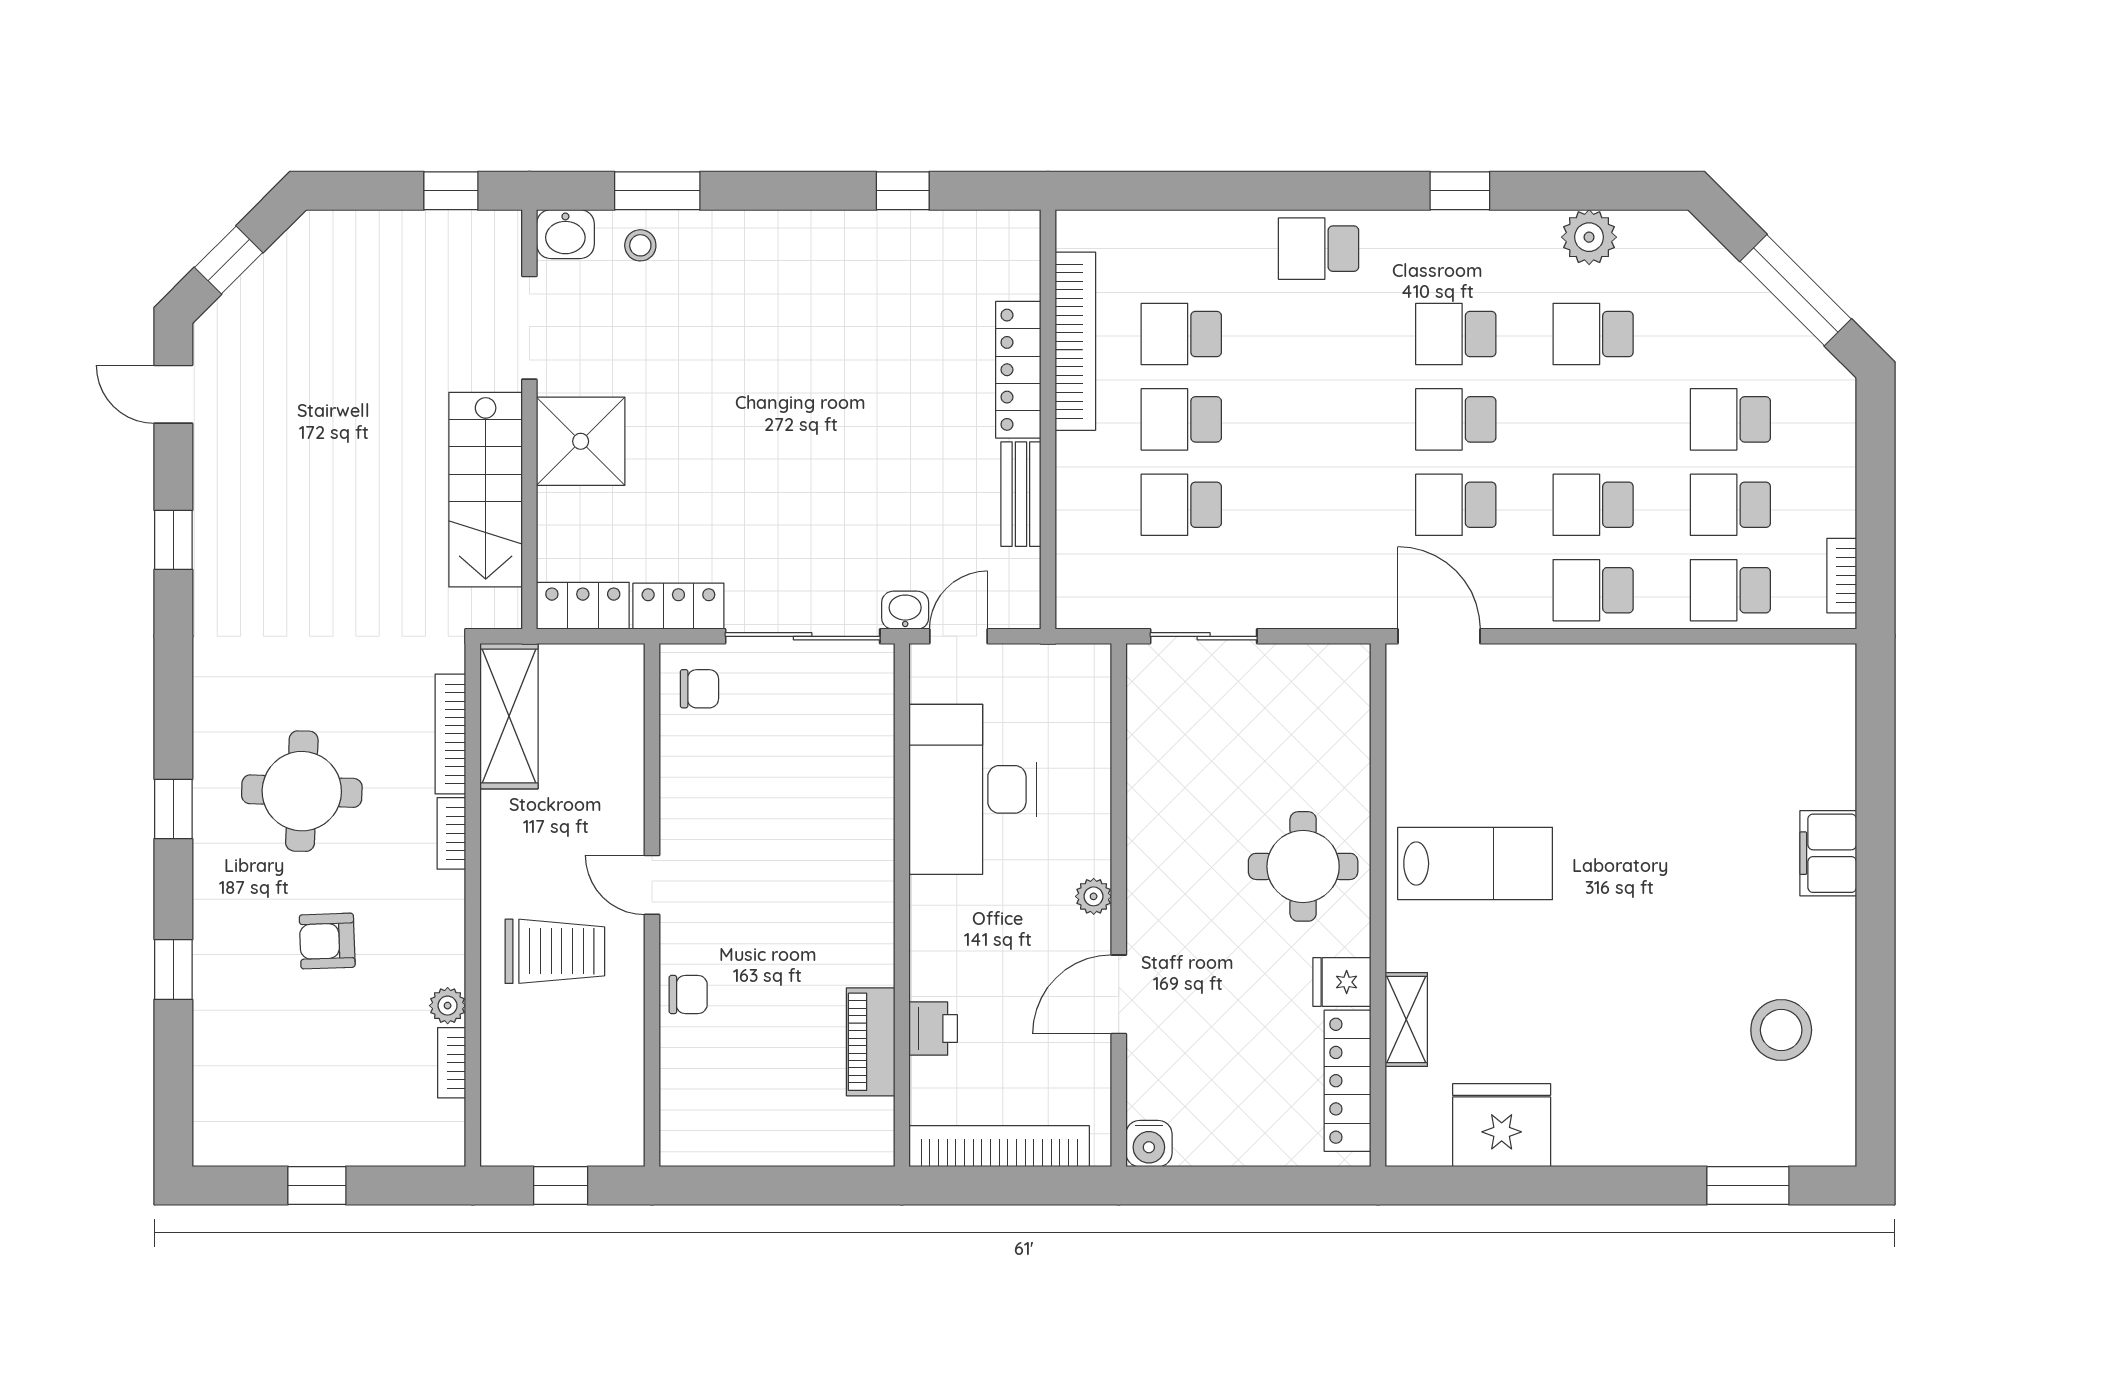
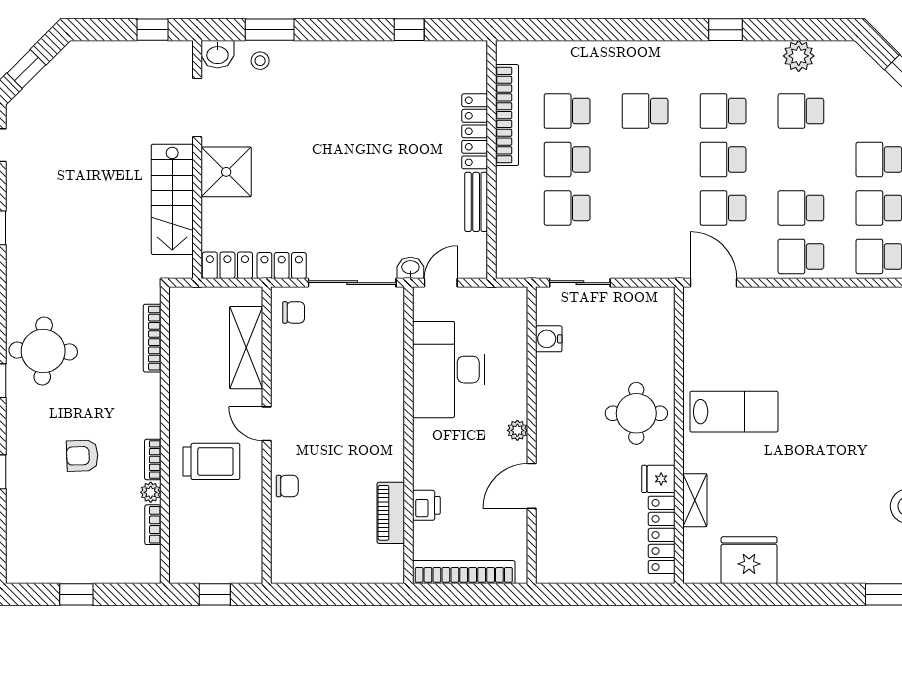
school desk: (1319, 249) -> (645, 111), moved
shelving: (509, 716) -> (246, 348), moved
round table: (302, 791) -> (43, 351), moved
bookcase: (451, 833) -> (153, 460), moved
water cooler: (1149, 1144) -> (549, 339), moved, turned 90

